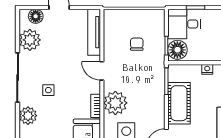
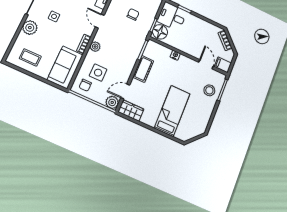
plant: (115, 103) -> (95, 47), width x0.53, depth x0.53
cot: (179, 103) -> (143, 69), width x0.73, depth x0.75

